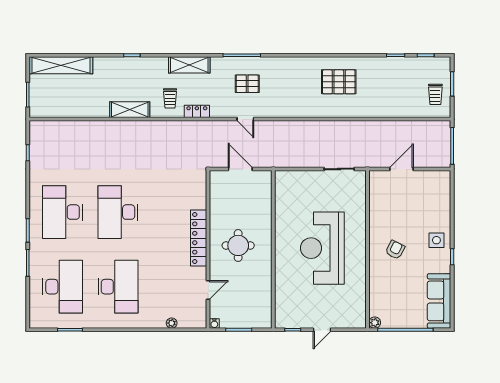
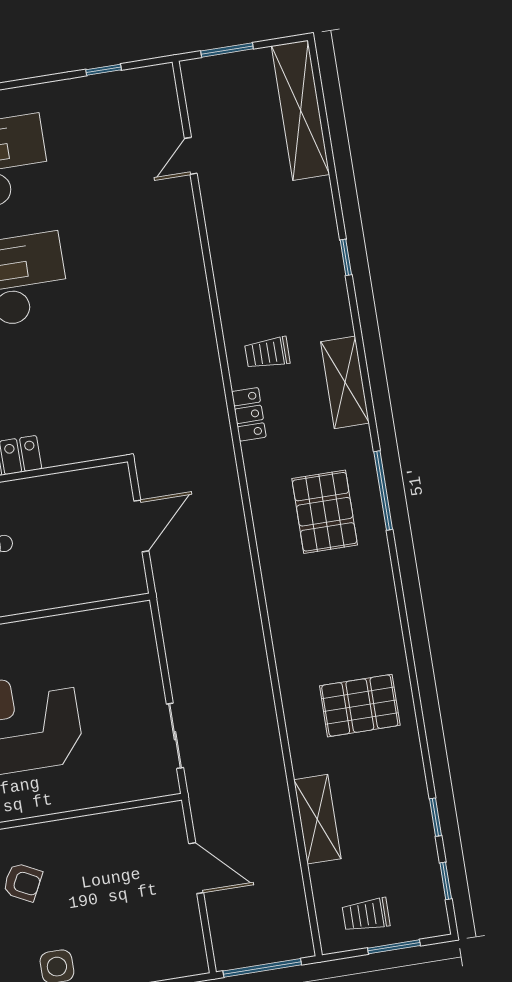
pallet: (339, 82) -> (360, 706), turned 90
pallet: (247, 84) -> (325, 512), width x1.50, depth x1.42
shelving: (130, 110) -> (317, 819), moved
door: (245, 119) -> (191, 156), moved

